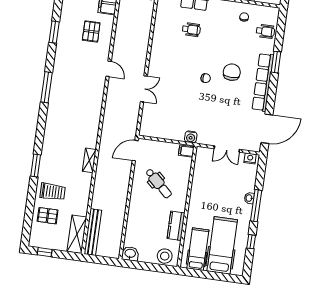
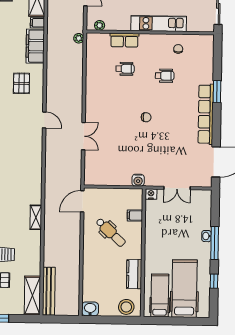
wheelchair: (265, 31) -> (165, 76), moved
chair: (232, 72) -> (172, 108), removed
filing cabinet: (186, 151) -> (135, 215), moved
nightstand: (250, 158) -> (151, 194), moved

